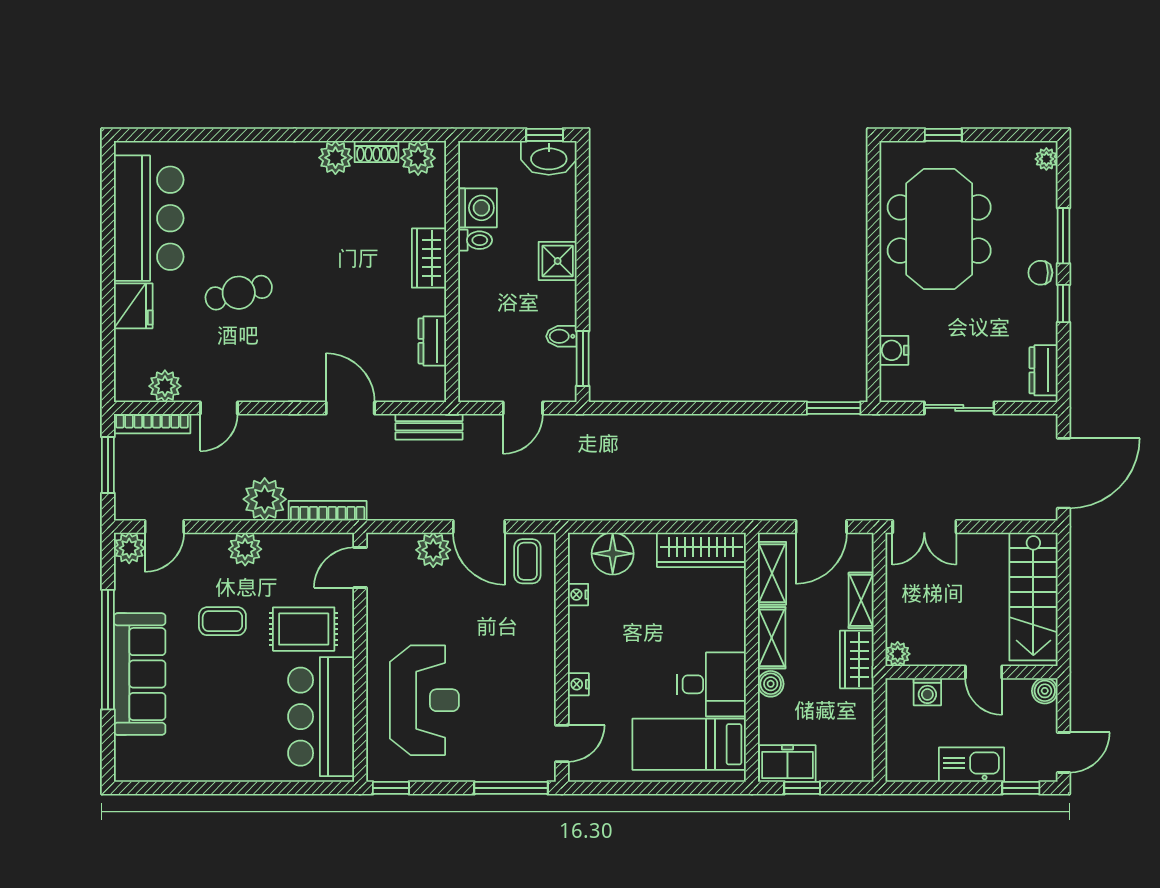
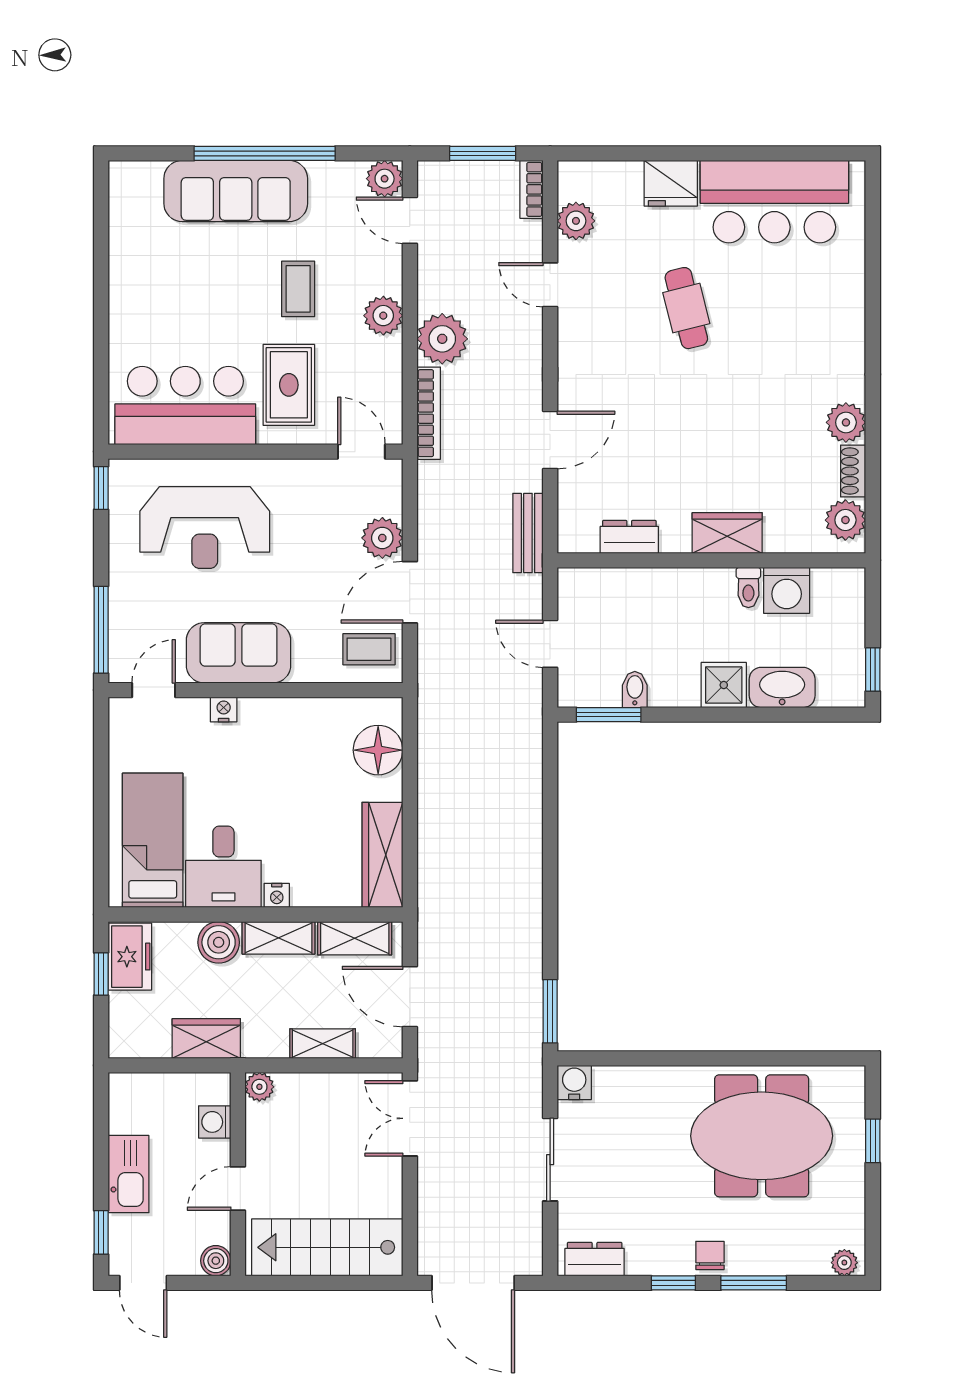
washbasin: (549, 158) -> (782, 687), moved, turned 90
water cooler: (894, 350) -> (574, 1082), moved
bookcase: (152, 424) -> (532, 189), width x0.64
nightstand: (578, 595) -> (277, 895), moved, turned 180
wardrobe: (857, 659) -> (206, 1038), moved
sofa: (530, 672) -> (239, 653), added
boiler: (771, 684) -> (219, 942), width x1.36, depth x1.36
door: (562, 743) -> (154, 690), swing flipped

